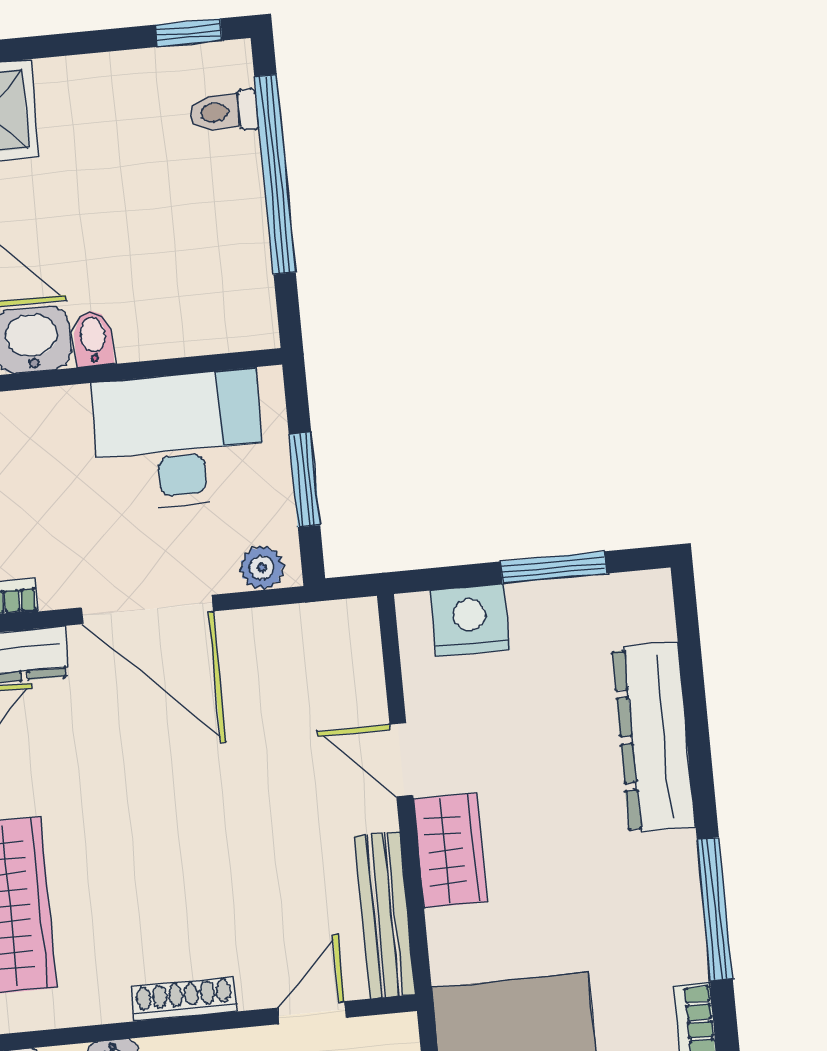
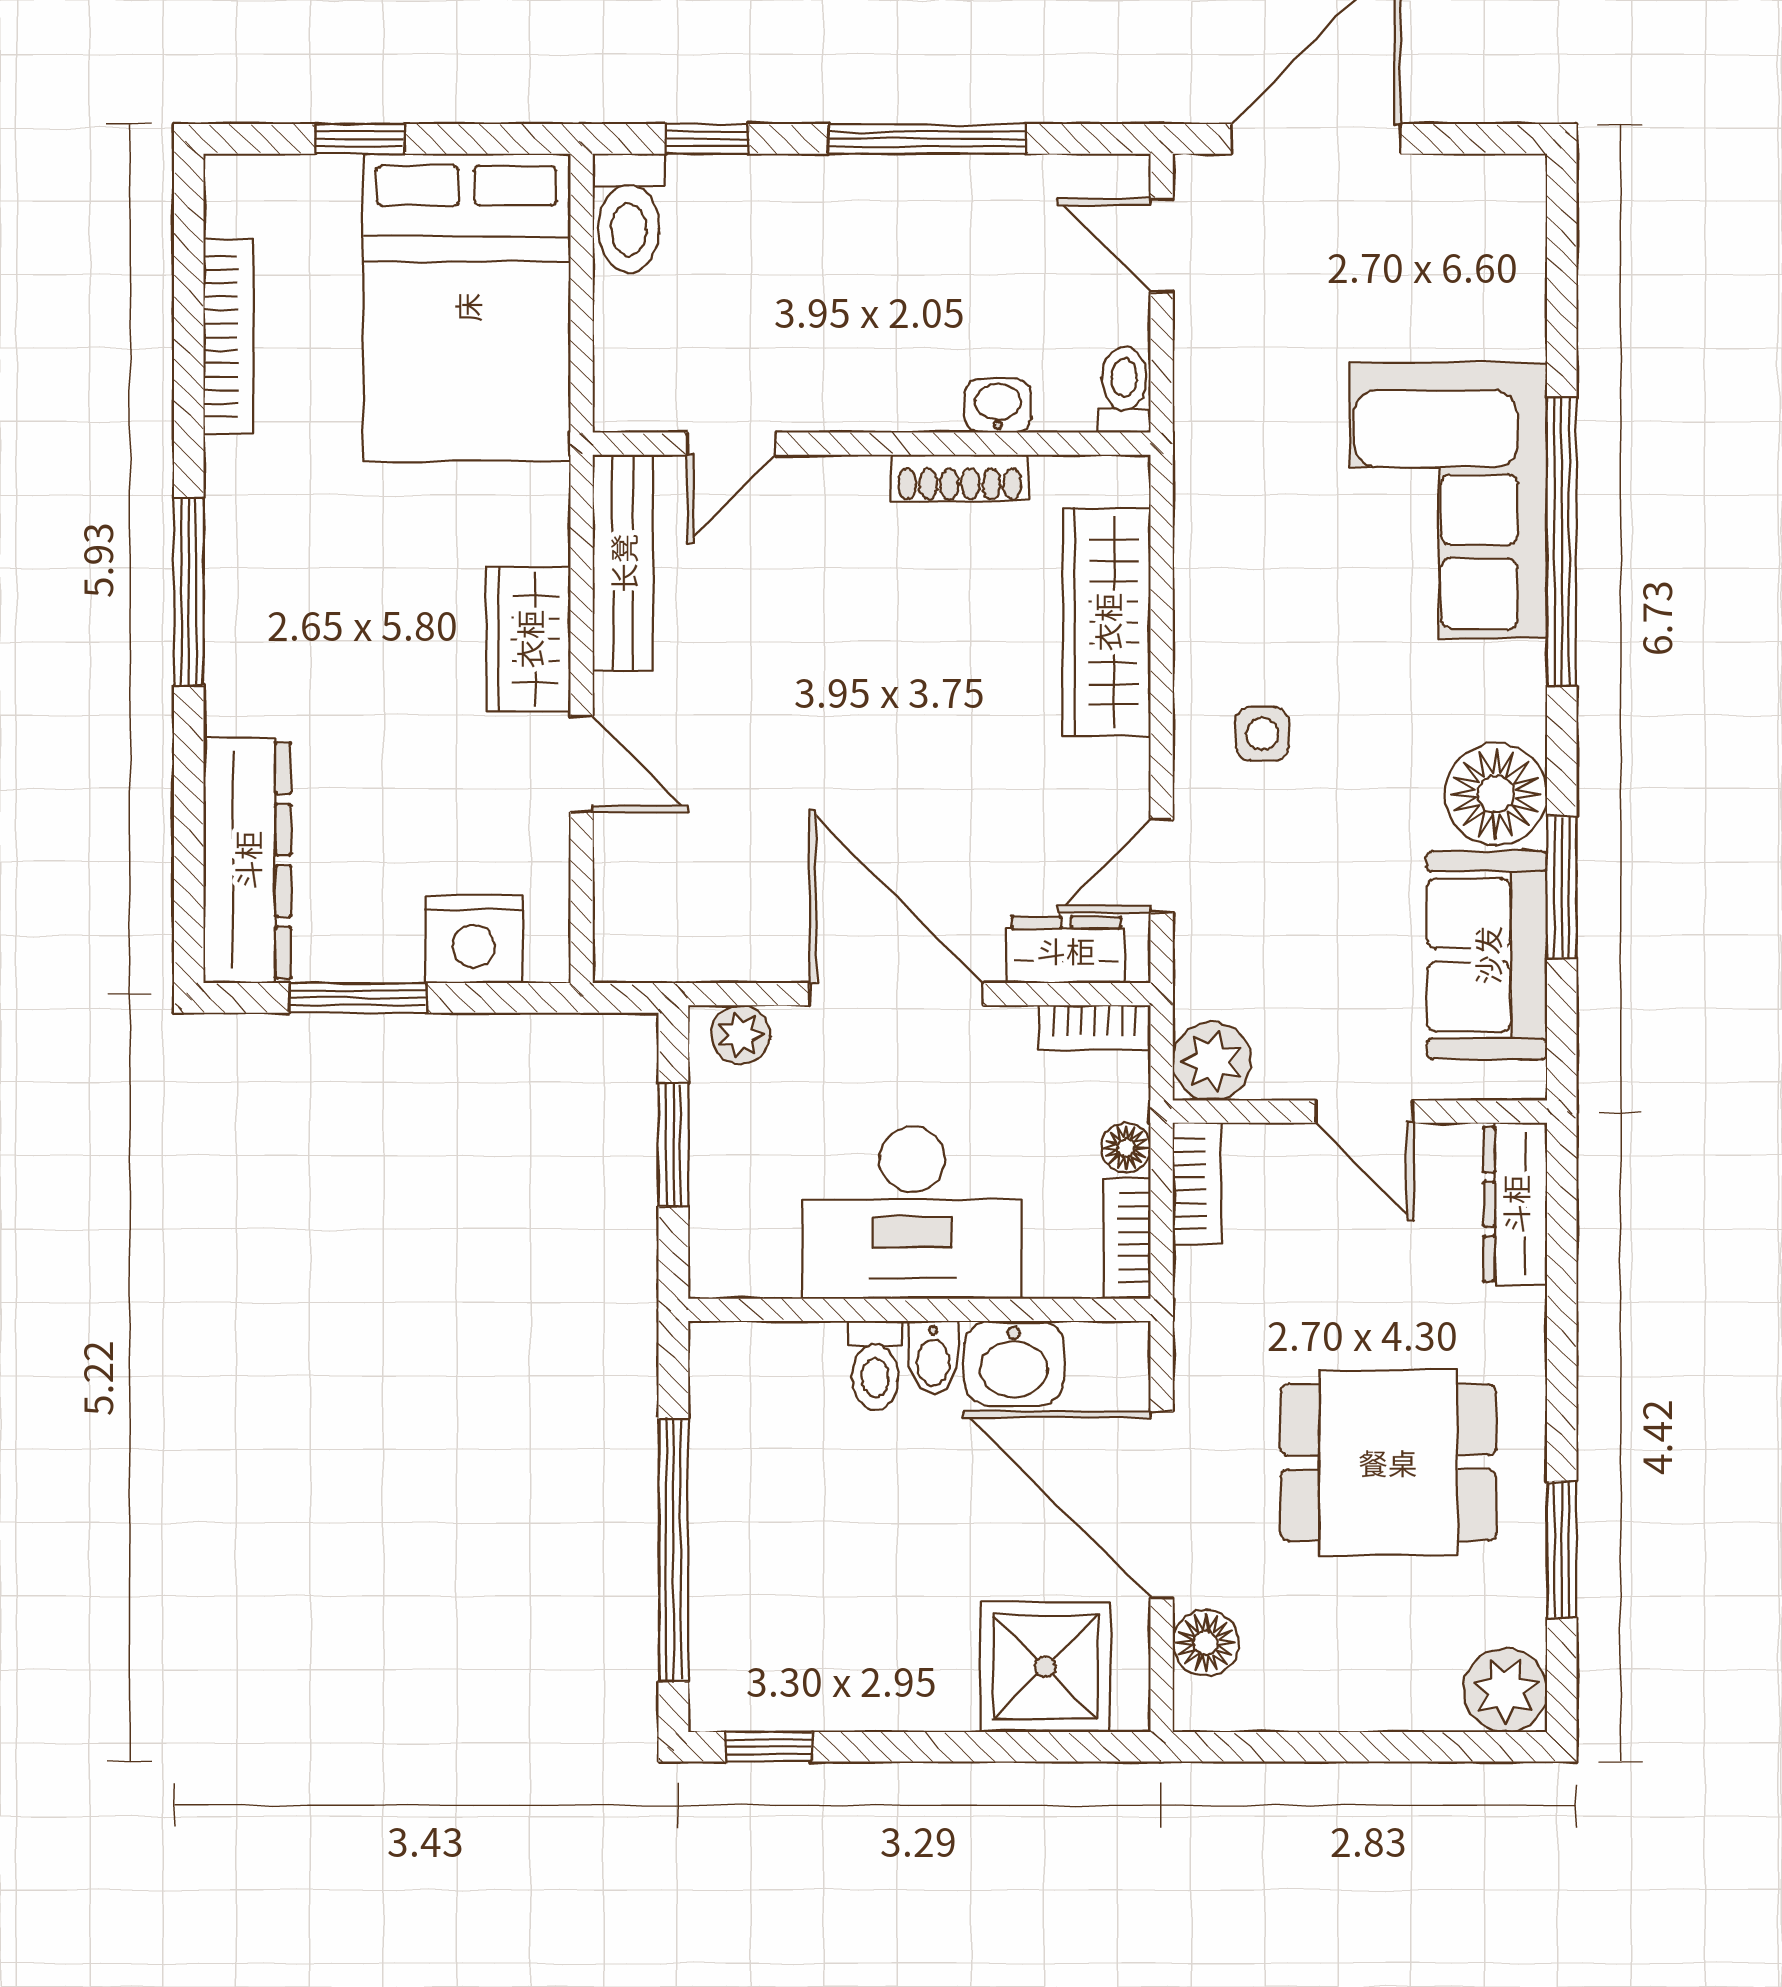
toilet: (224, 112) -> (875, 1366), moved, turned 90
desk: (179, 440) -> (912, 1213), moved
dresser: (654, 737) -> (247, 860), moved
window: (715, 909) -> (189, 591), moved
shoe rack: (184, 999) -> (960, 478), moved

